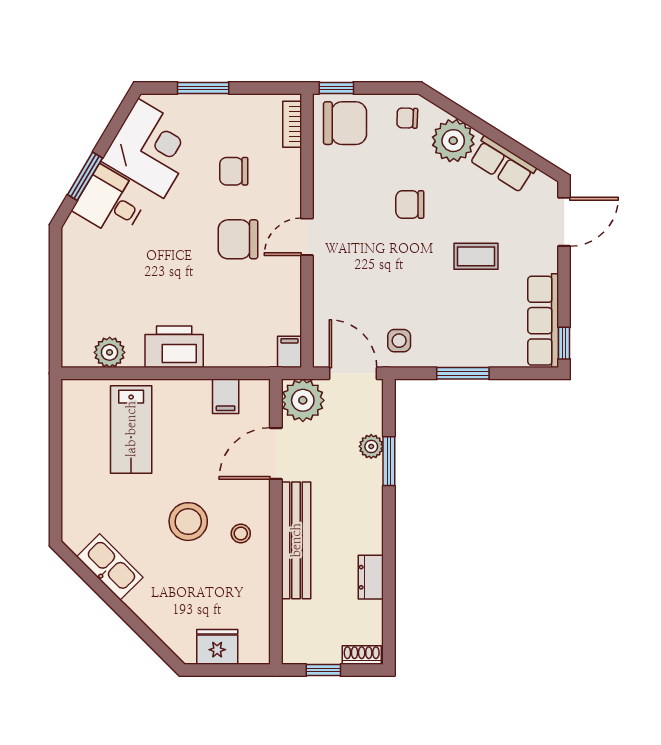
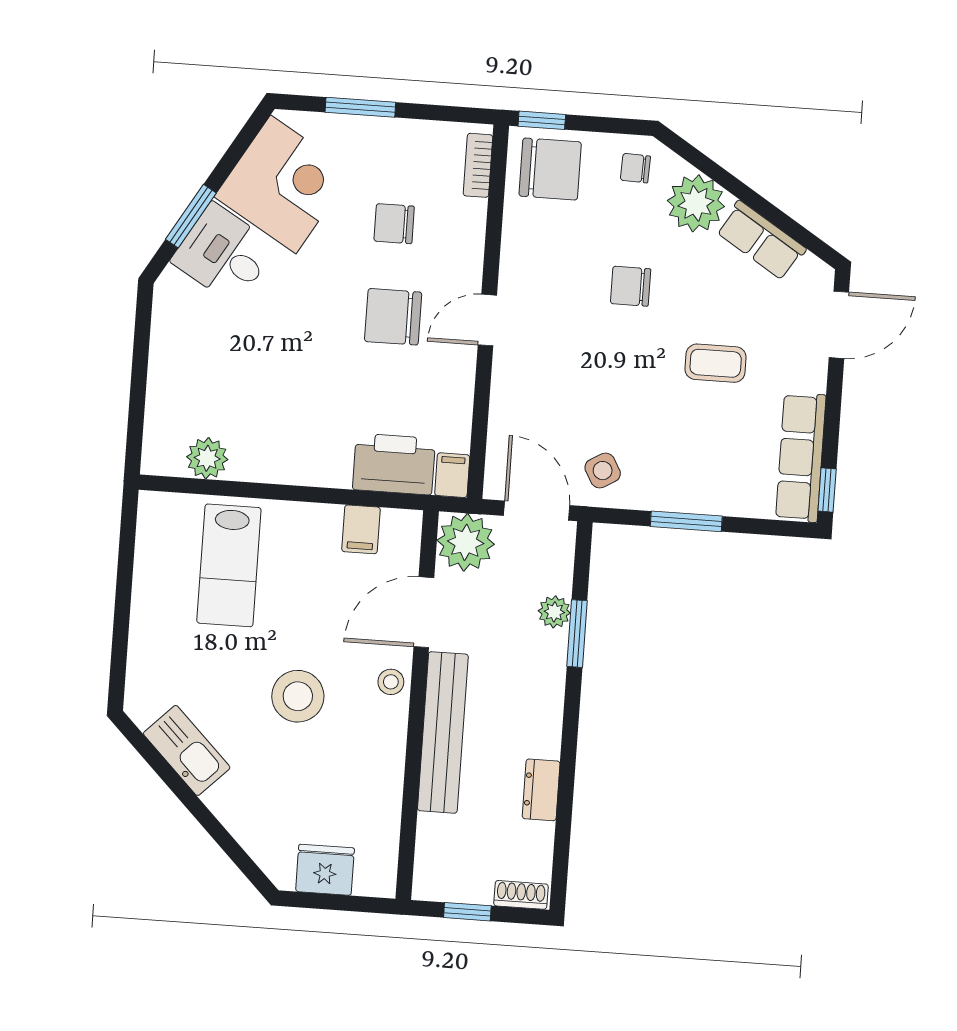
side table: (399, 341) -> (603, 471), turned -30
printer: (174, 347) -> (394, 464), moved
stool: (241, 533) -> (391, 682), moved

